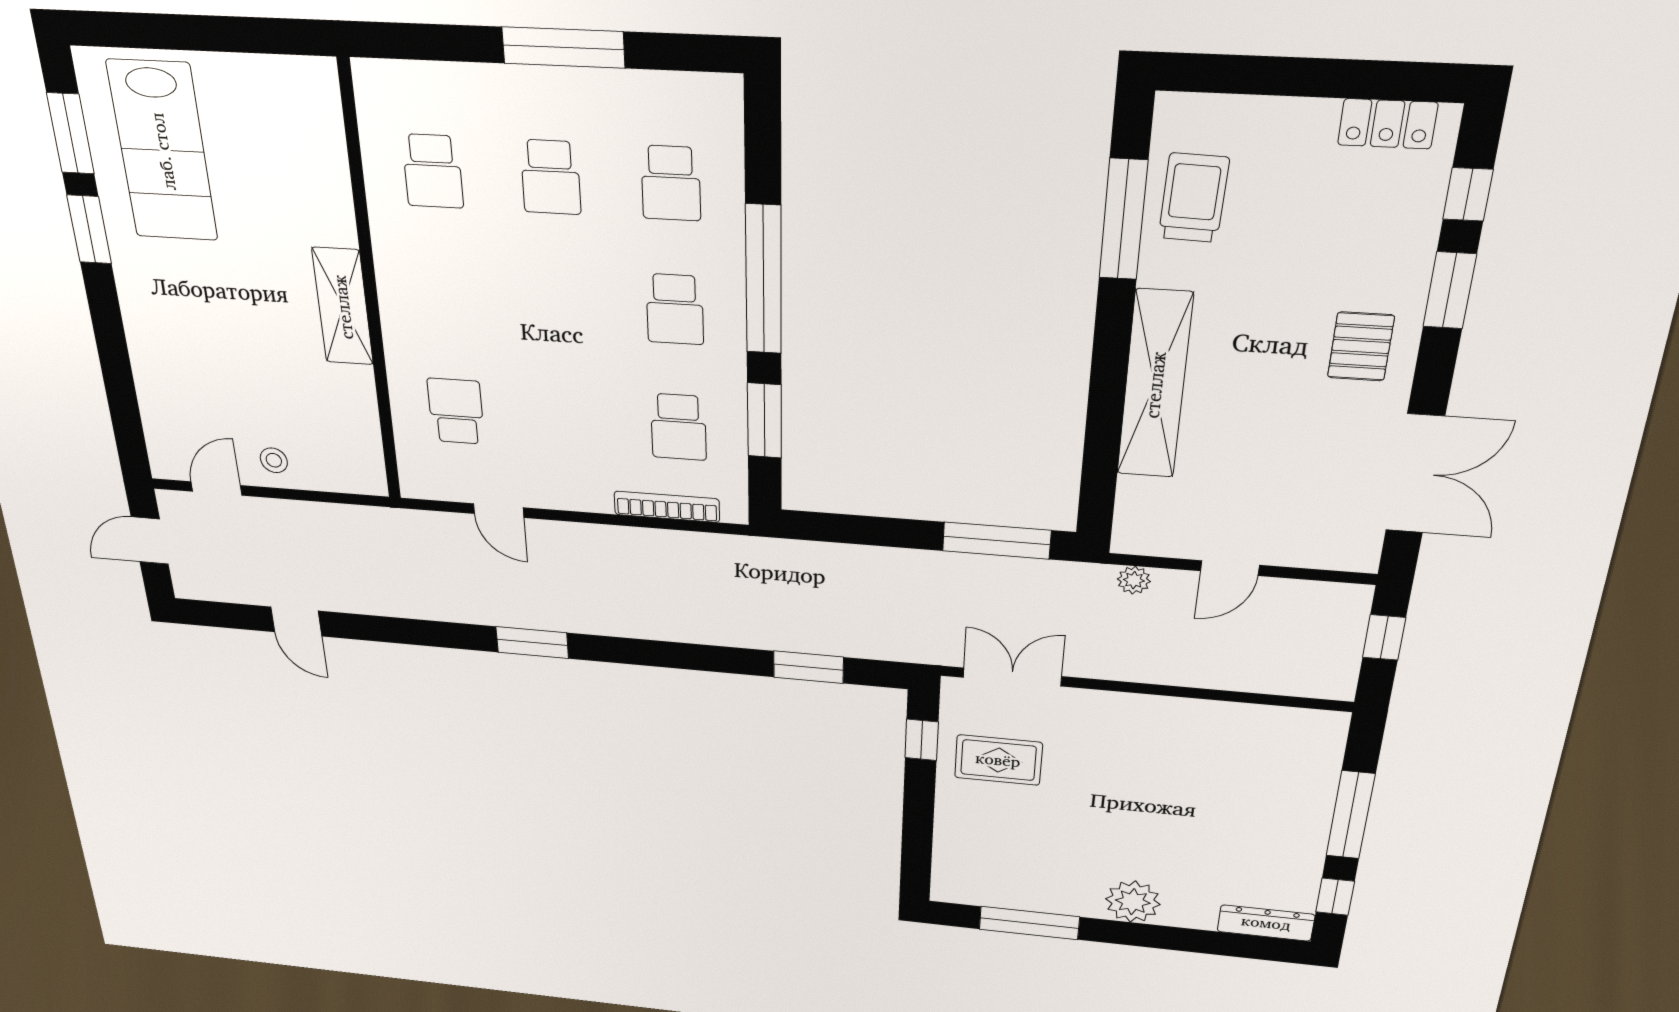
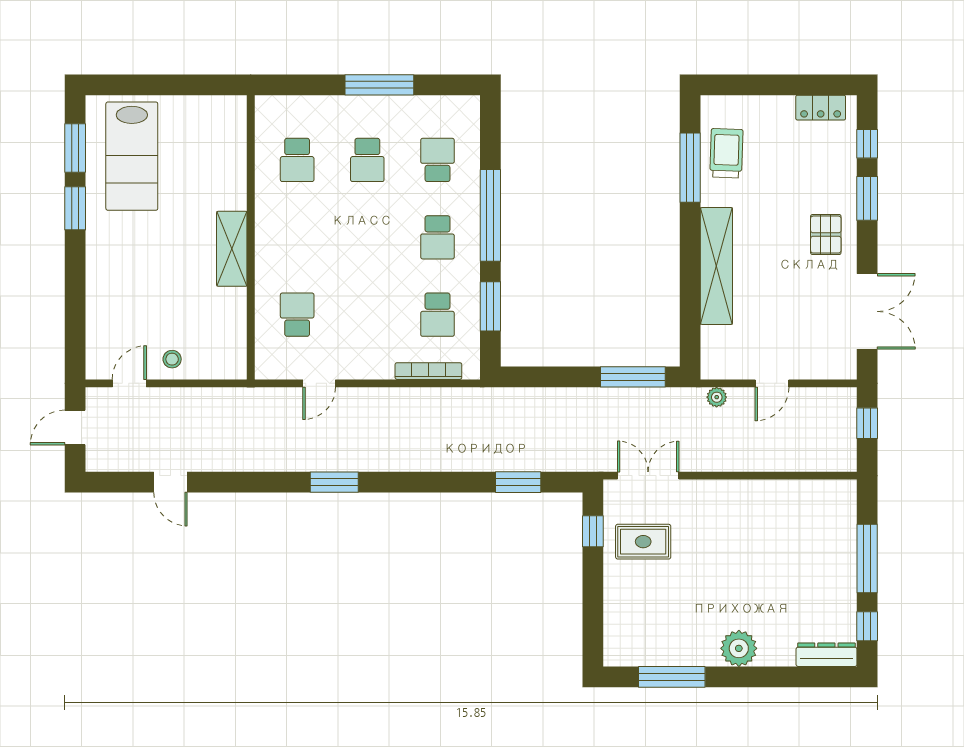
school desk: (671, 183) -> (437, 160), turned 180
door: (499, 511) -> (319, 383), hinge flipped

